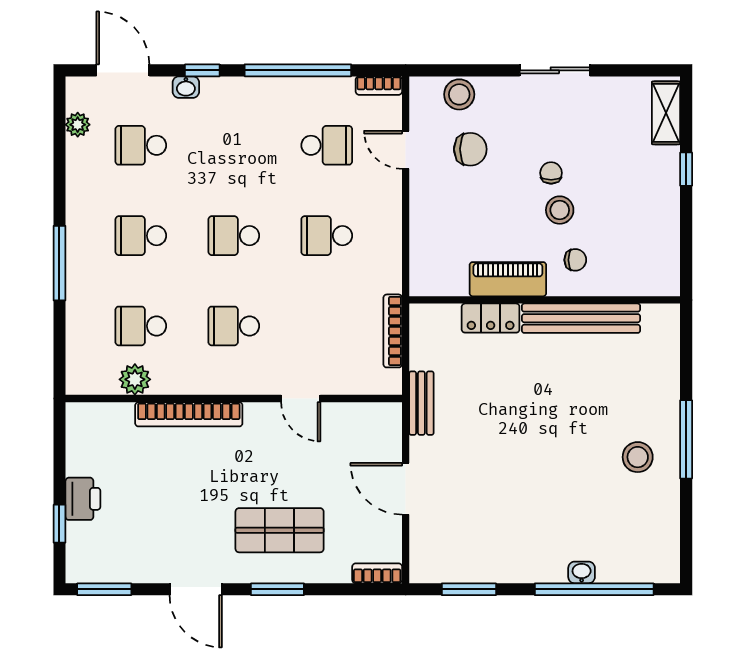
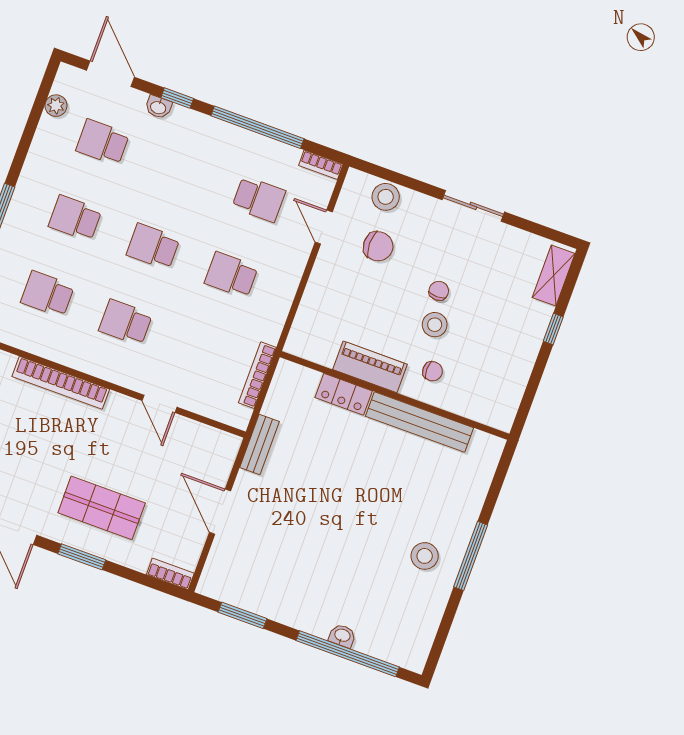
plant: (135, 379) -> (26, 337), removed

